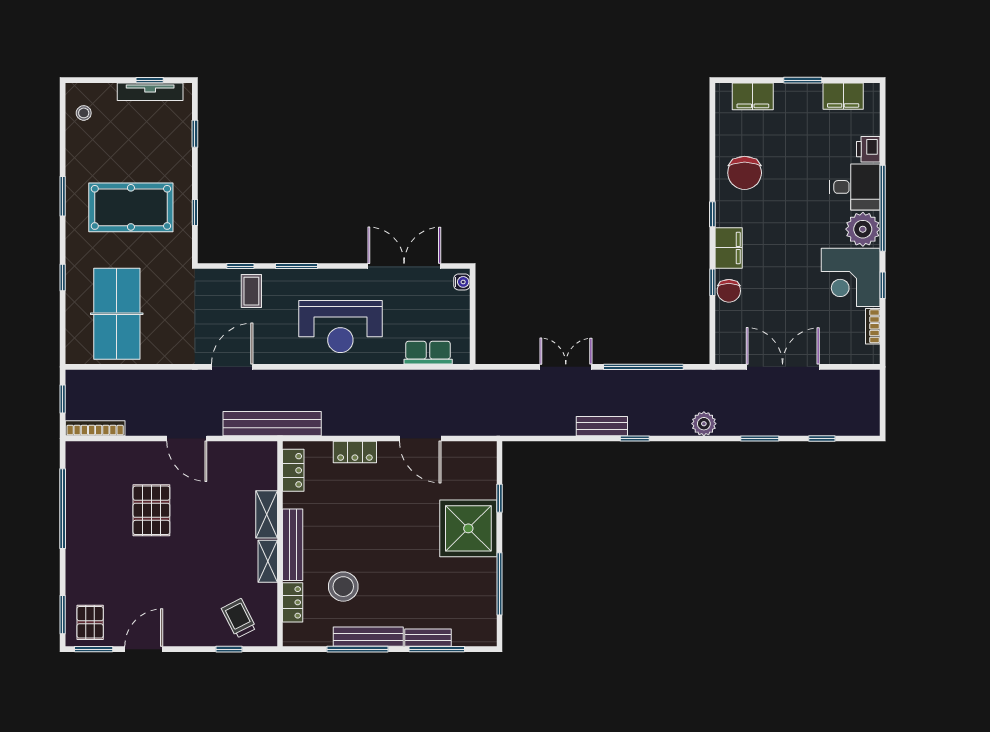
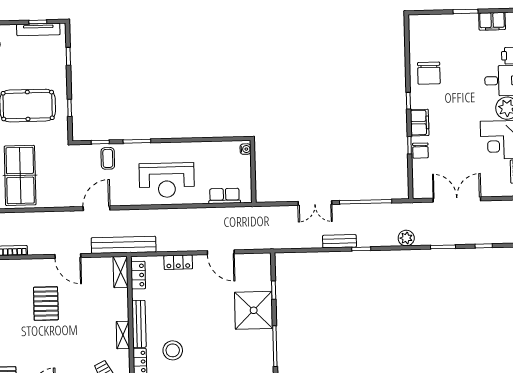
filing cabinet: (753, 96) -> (433, 23), removed
double door: (404, 266) -> (208, 140), removed
double door: (566, 367) -> (315, 203), swing flipped
shelving: (267, 514) -> (121, 272), moved

